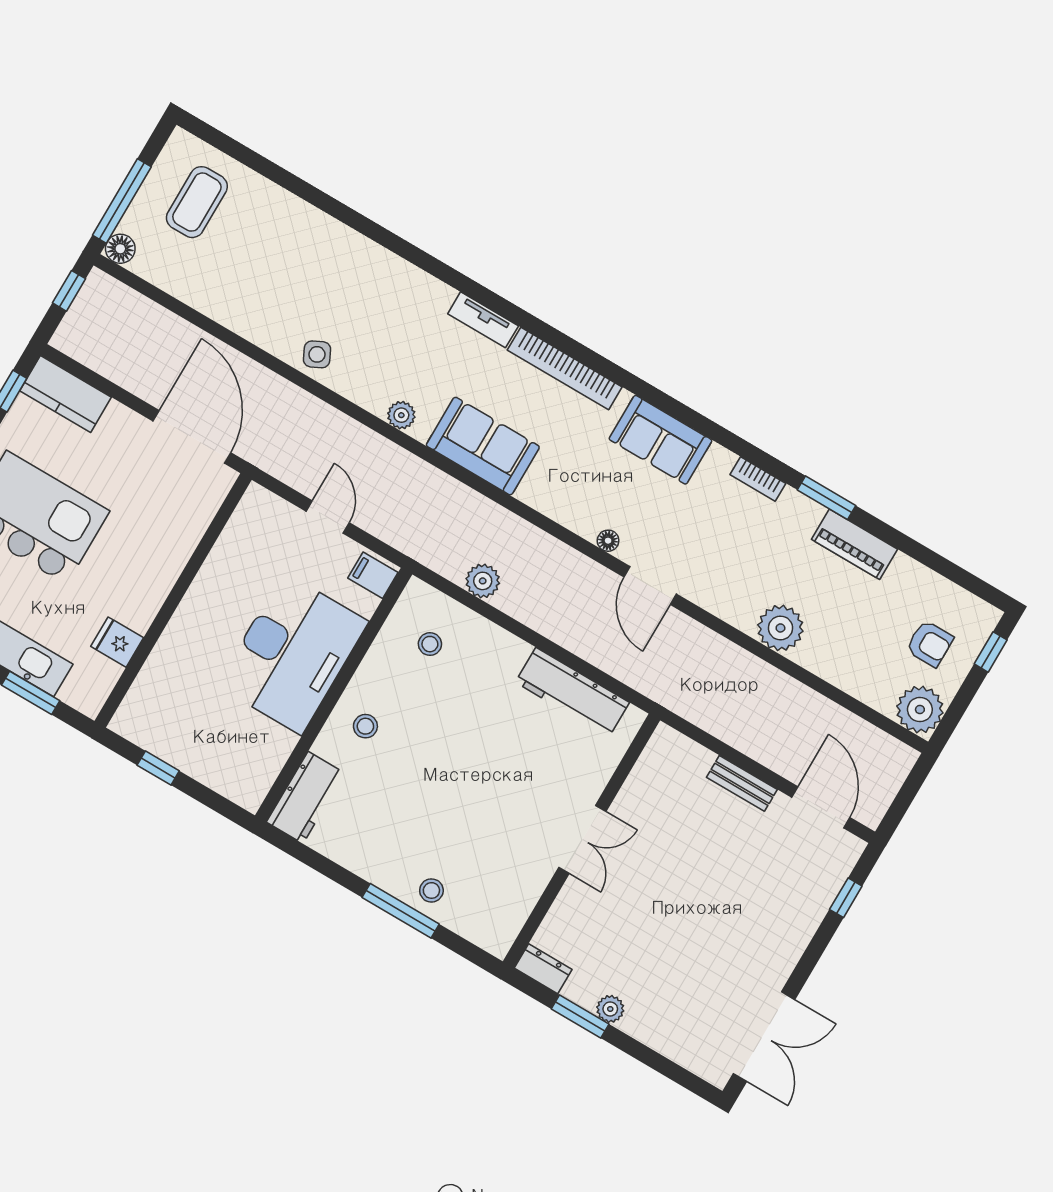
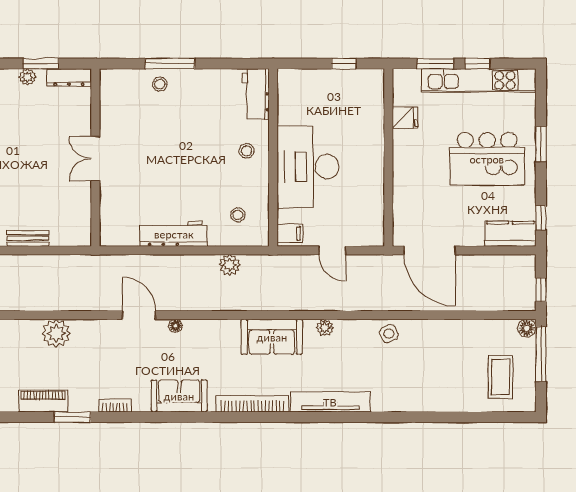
tv unit: (483, 320) -> (330, 402), width x1.92, depth x1.29
workbench: (572, 692) -> (174, 234), moved
dresser: (543, 969) -> (69, 77), width x1.44

